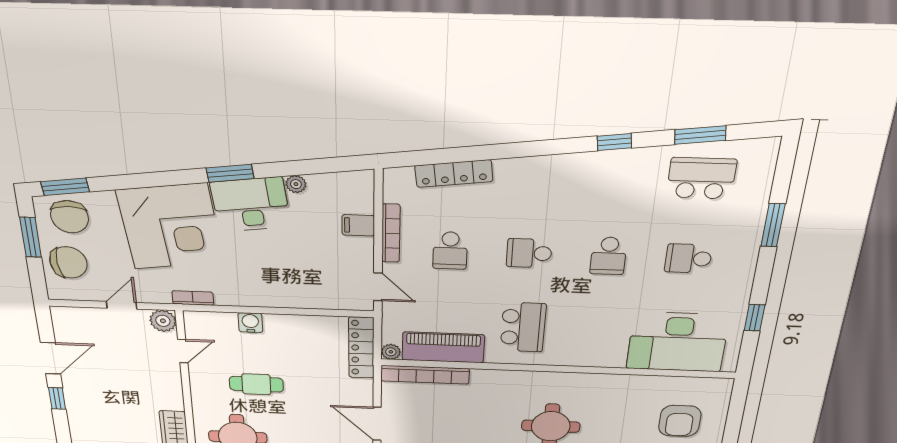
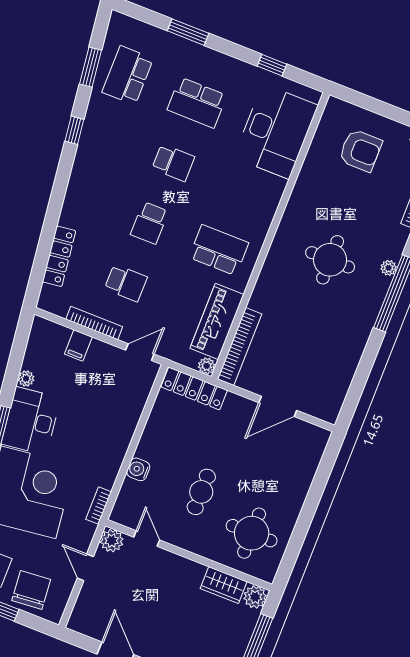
school desk: (688, 259) -> (197, 103), width x1.85

